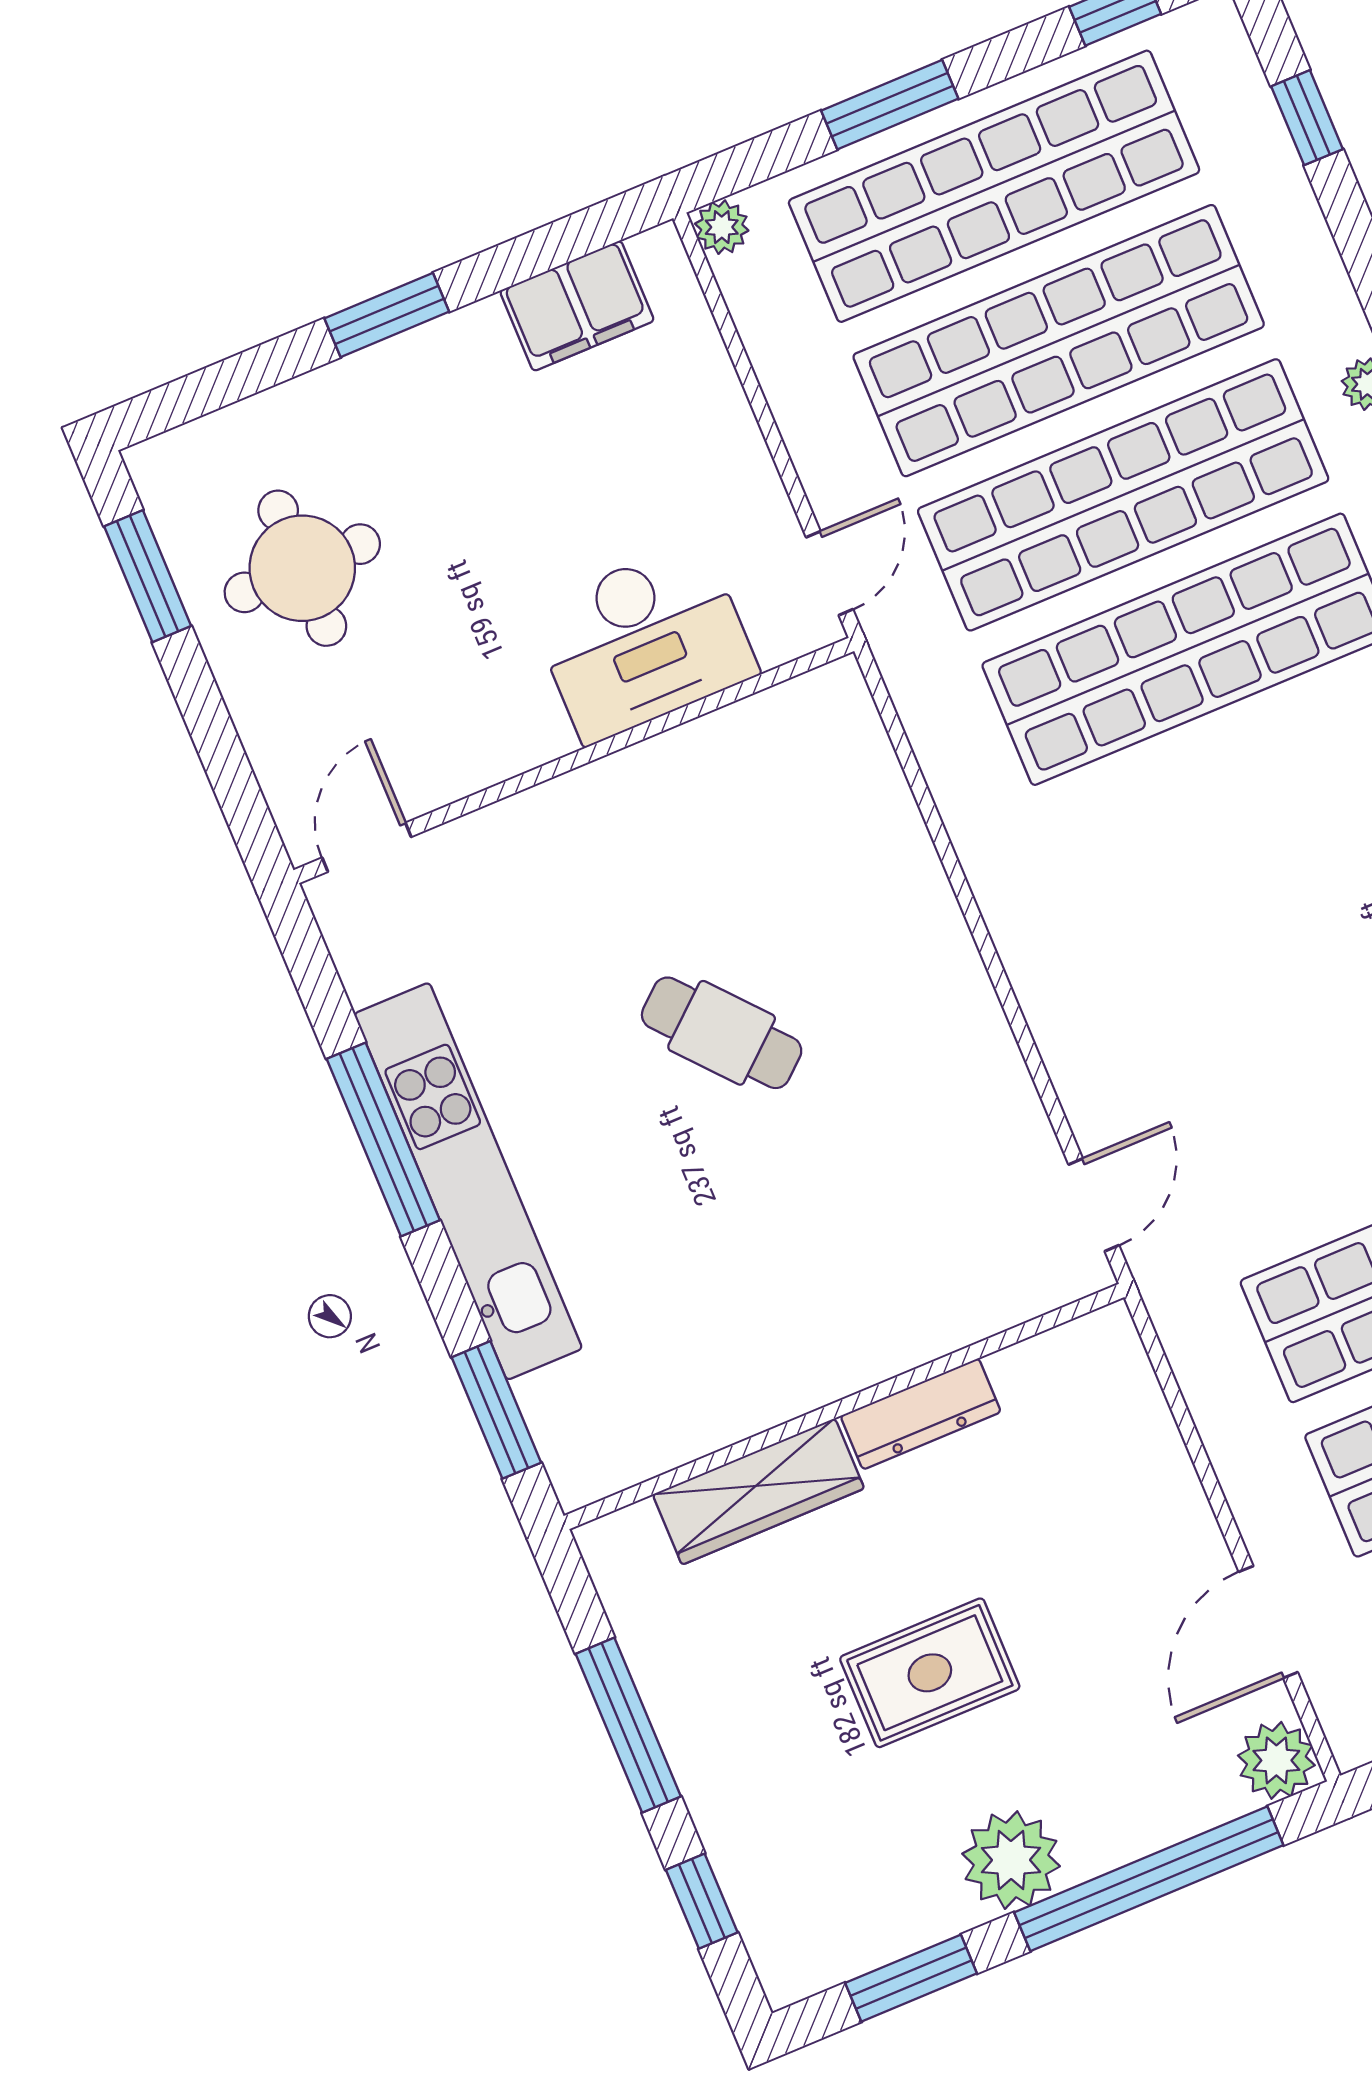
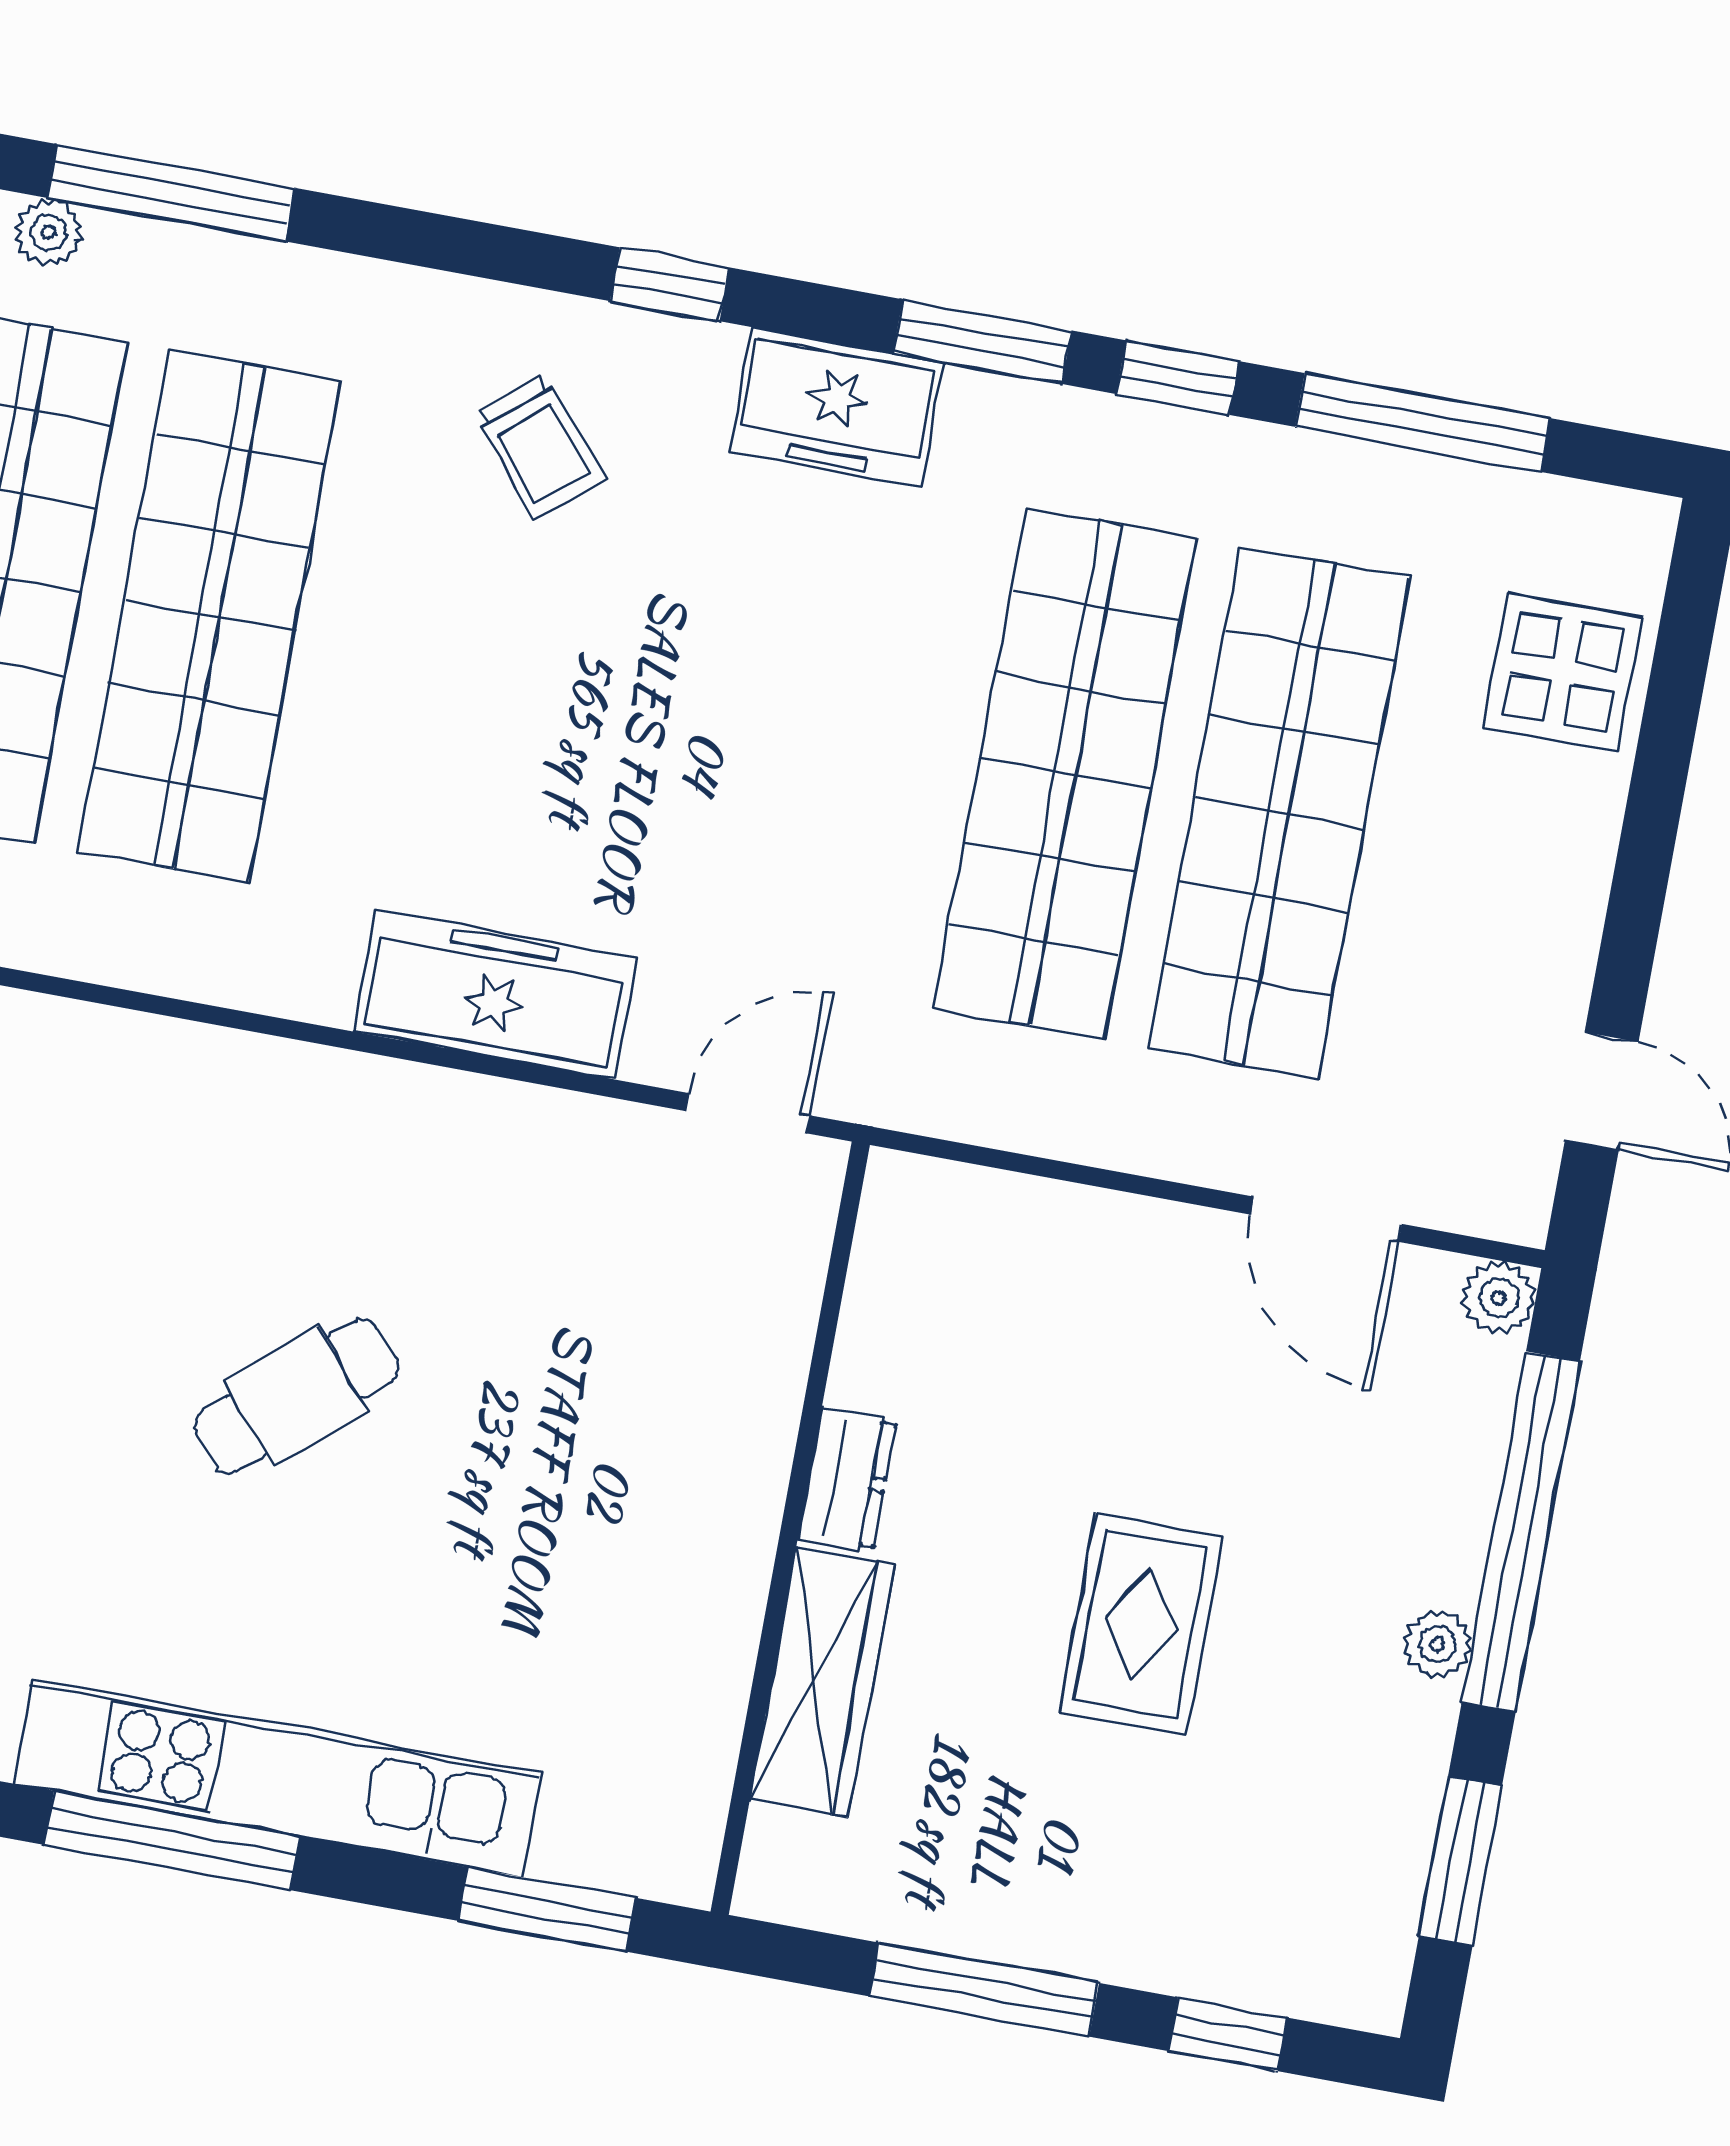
freezer: (1064, 992) -> (495, 995), added
door: (1094, 1205) -> (748, 1113), hinge flipped
dresser: (921, 1414) -> (847, 1479), width x0.70
plant: (1276, 1760) -> (1499, 1298), width x0.73, depth x0.73
plant: (1011, 1860) -> (1438, 1644), width x0.53, depth x0.53

